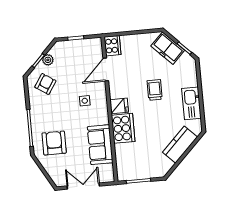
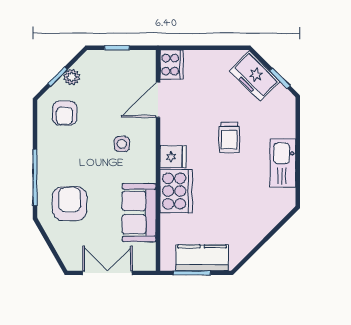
armchair: (45, 84) -> (65, 113), turned 149
trolley: (155, 90) -> (229, 137), turned 180
kitchen counter: (180, 145) -> (202, 258), moved, turned 45

